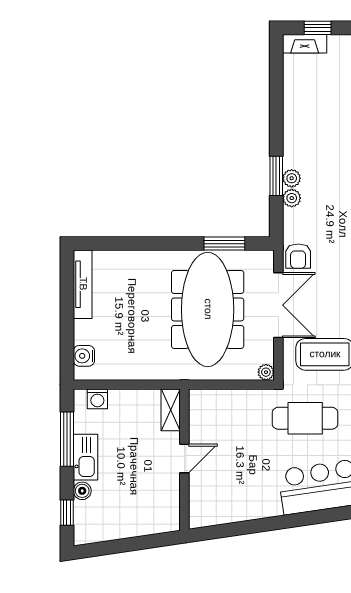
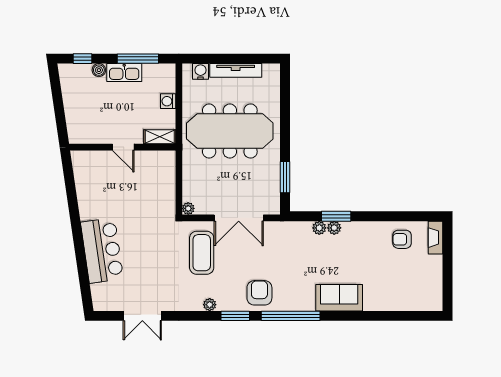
window: (318, 28) -> (447, 247), removed
armchair: (298, 256) -> (402, 239), moved
tv unit: (83, 284) -> (236, 70), moved
meeting table: (208, 309) -> (230, 131), moved
washing machine: (97, 399) -> (168, 101), moved
cafe table: (305, 418) -> (154, 238), removed

